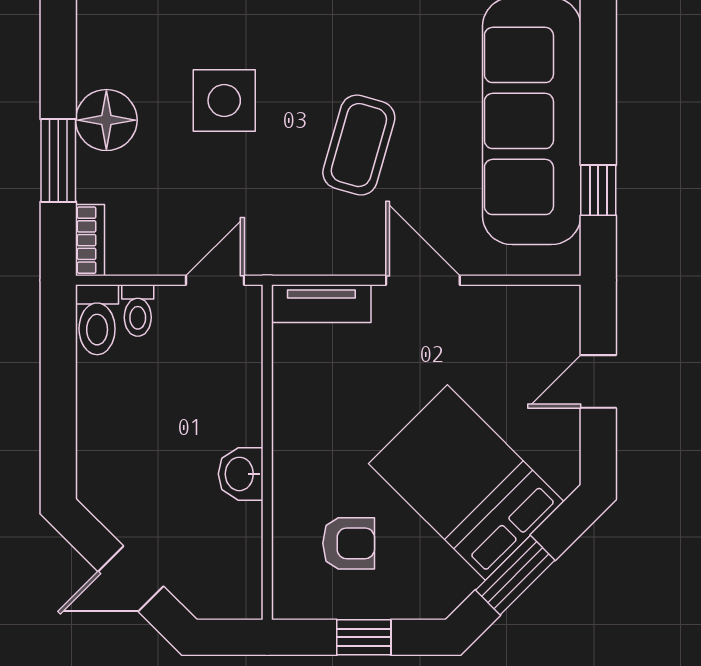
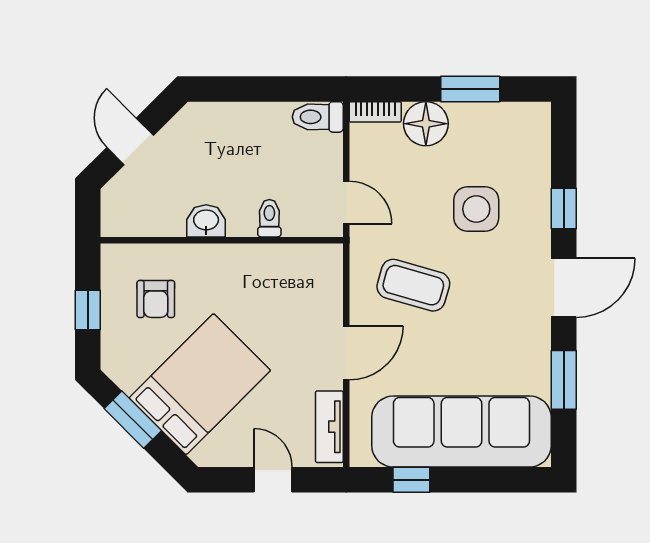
floor lamp: (106, 120) -> (426, 124), moved
coffee table: (359, 145) -> (413, 285), moved
window: (58, 160) -> (470, 89), moved
tv unit: (321, 304) -> (329, 427), moved
toilet: (138, 311) -> (269, 218), moved, turned 90

